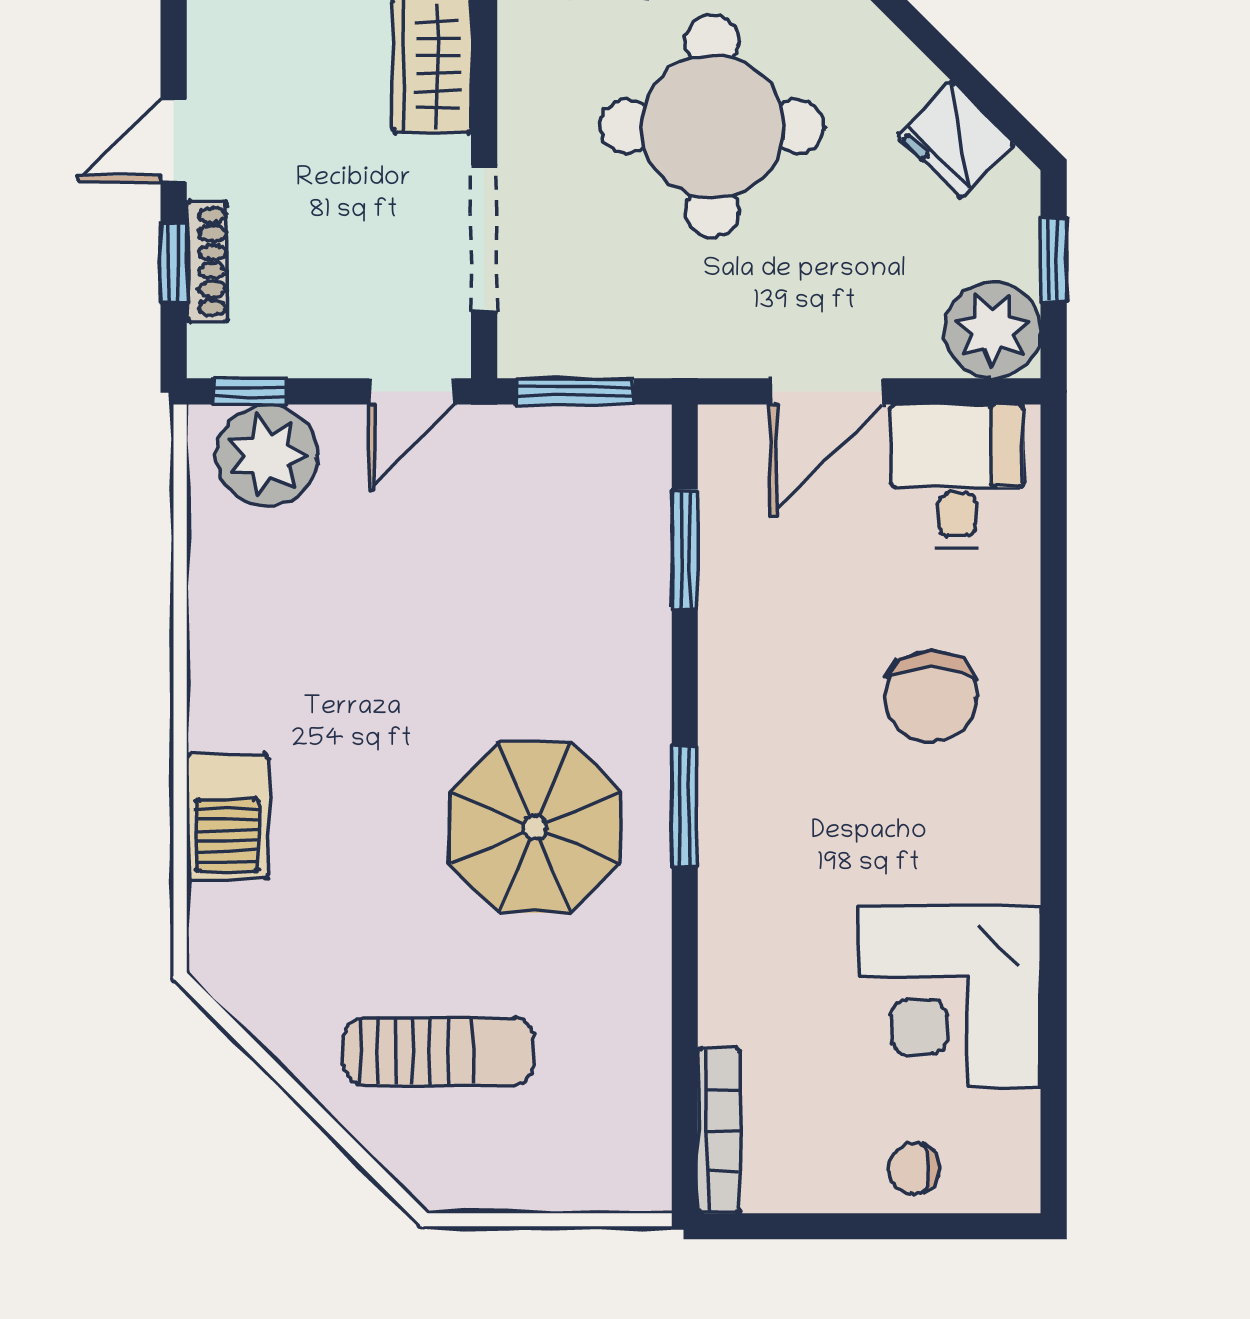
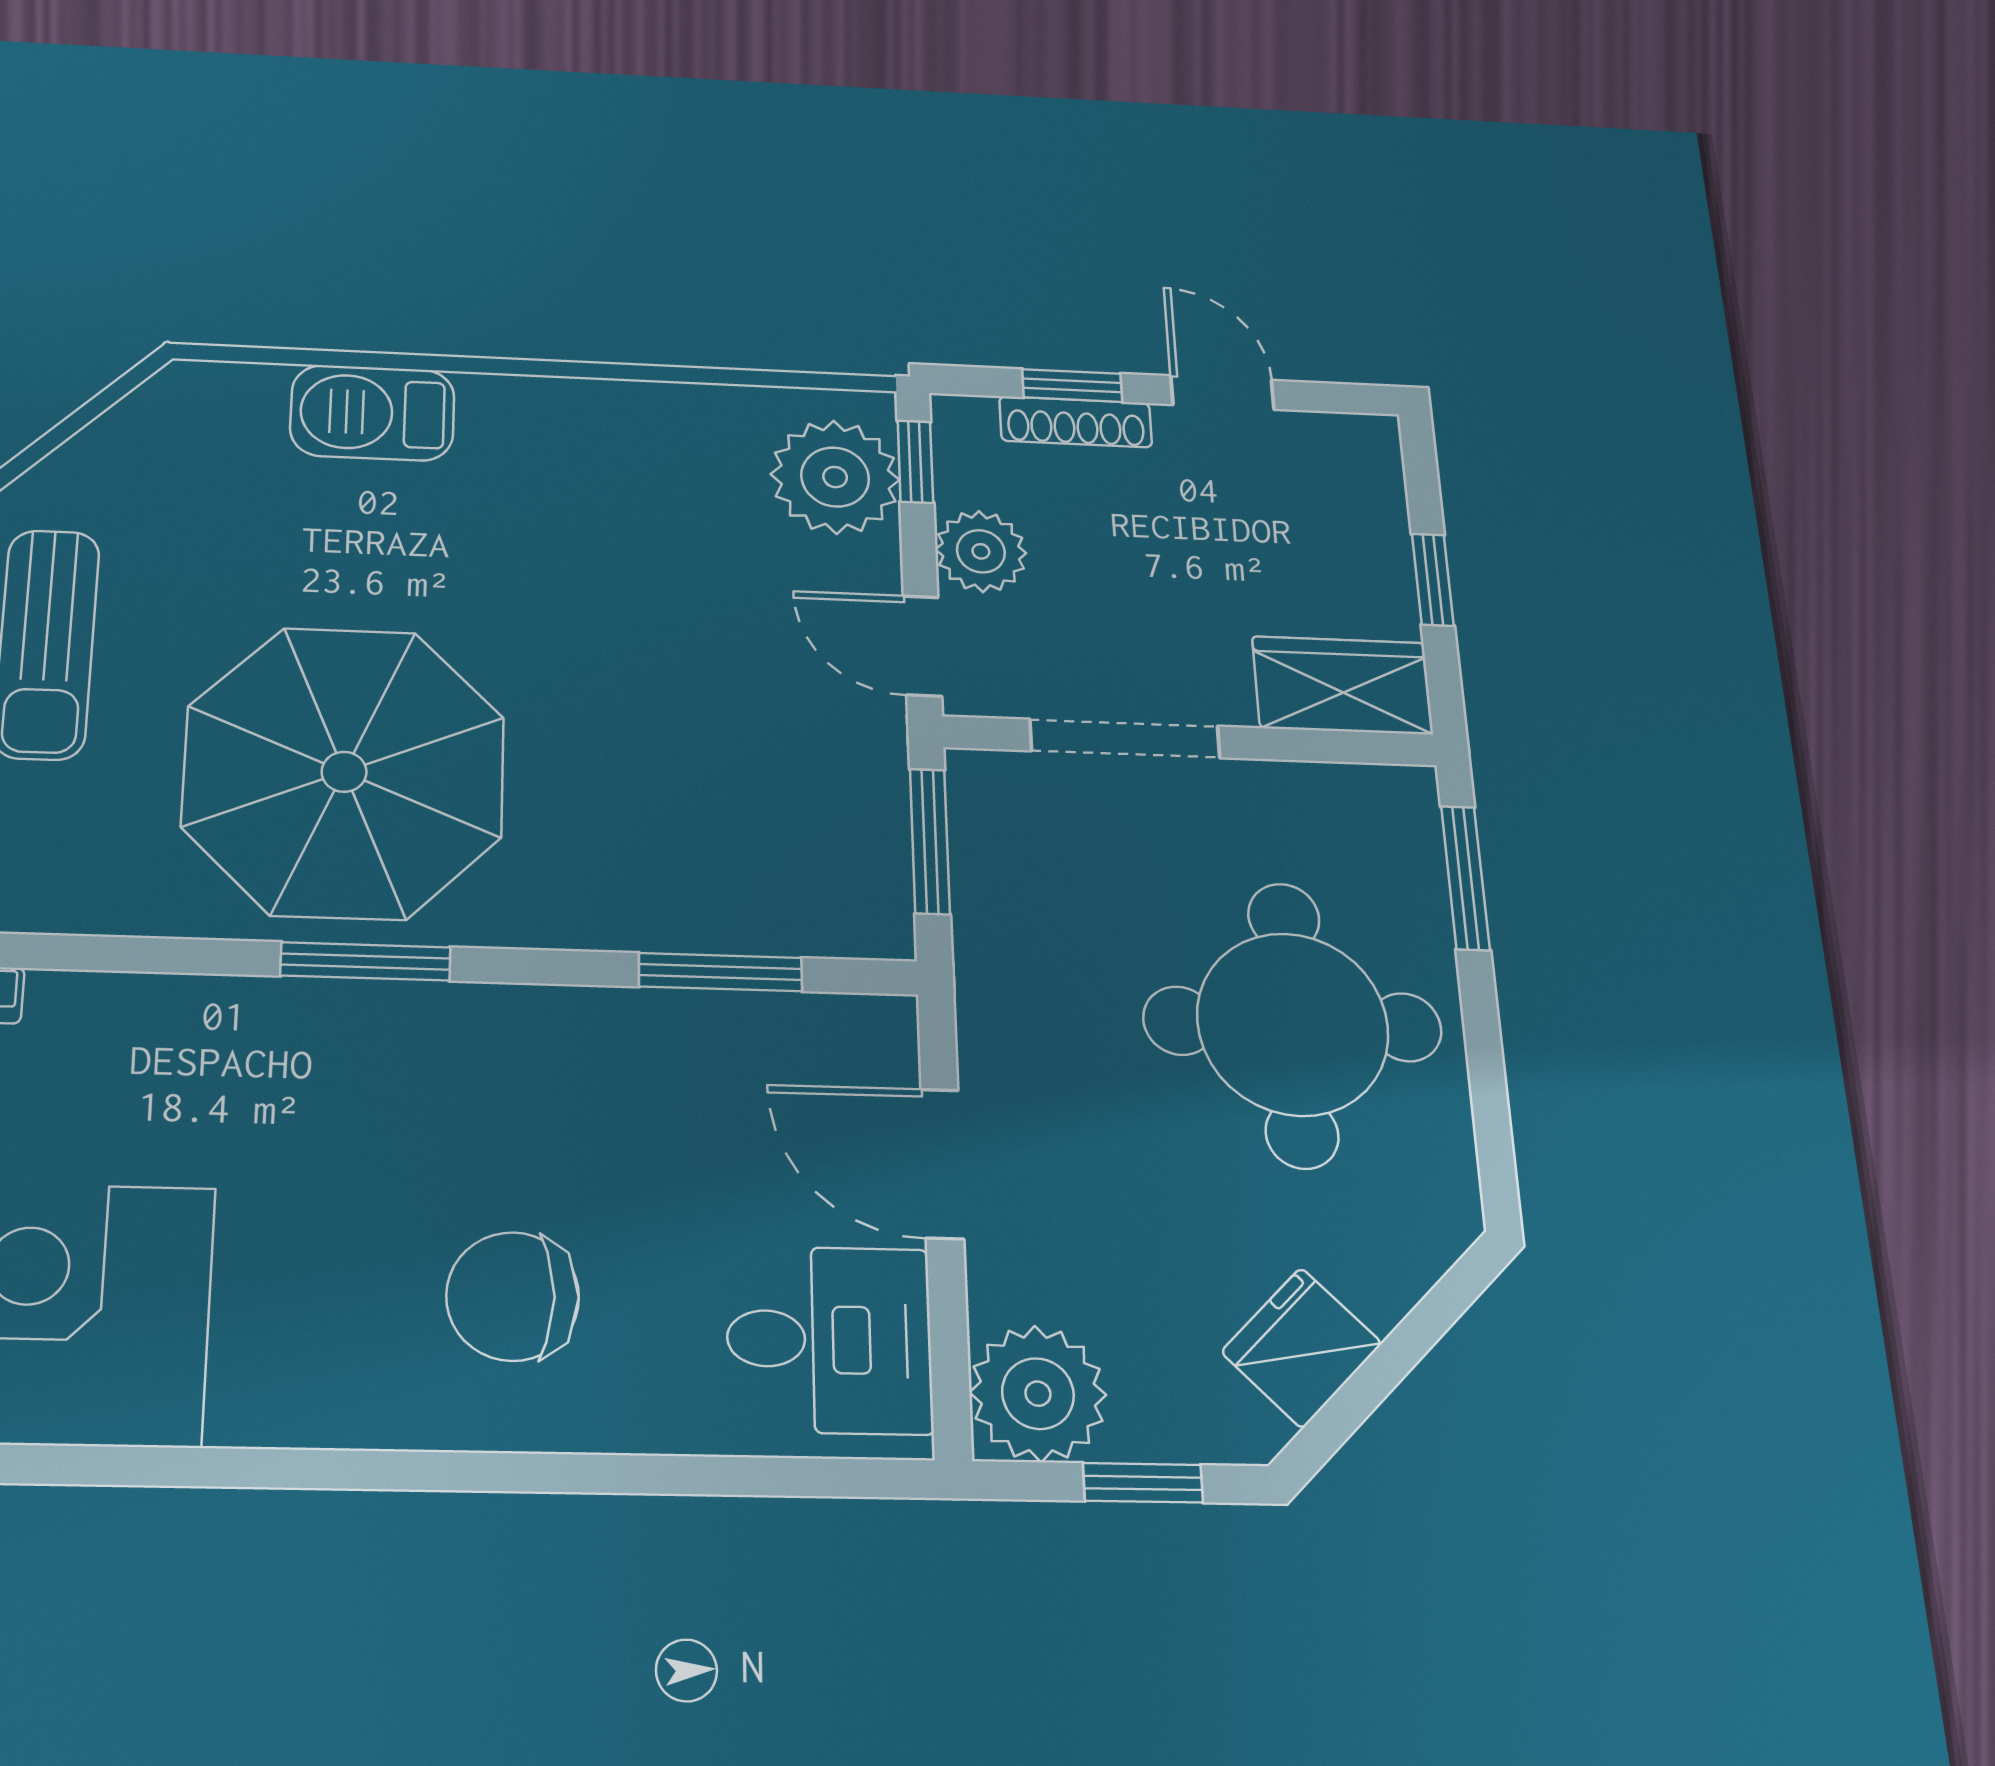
plant: (327, 343) -> (981, 551), added
parasol: (535, 827) -> (344, 772), width x1.36, depth x1.36

